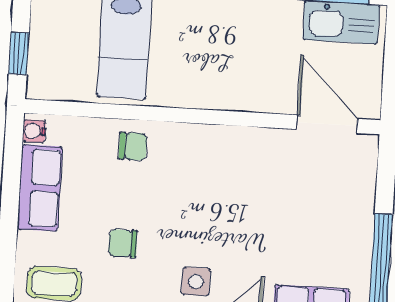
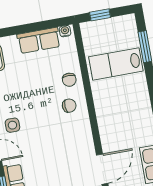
chair: (123, 243) -> (69, 106), moved, turned 87

